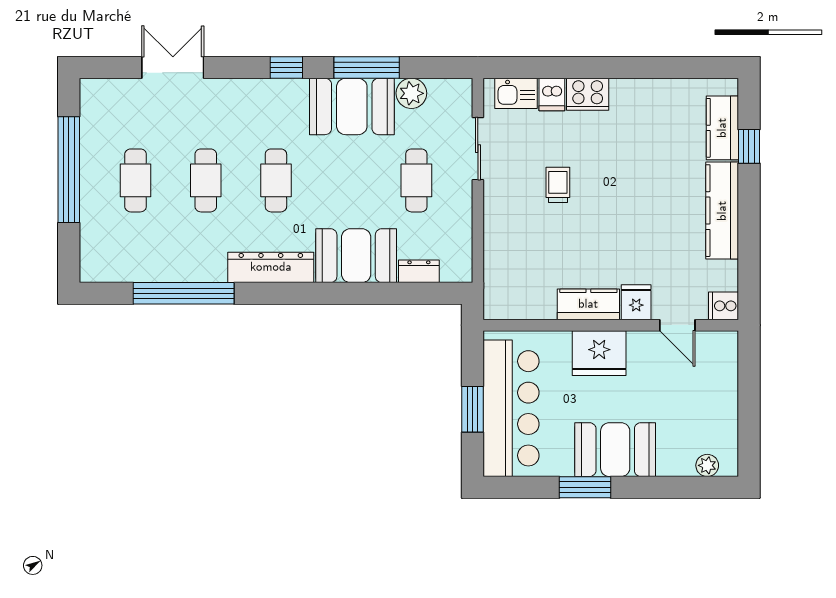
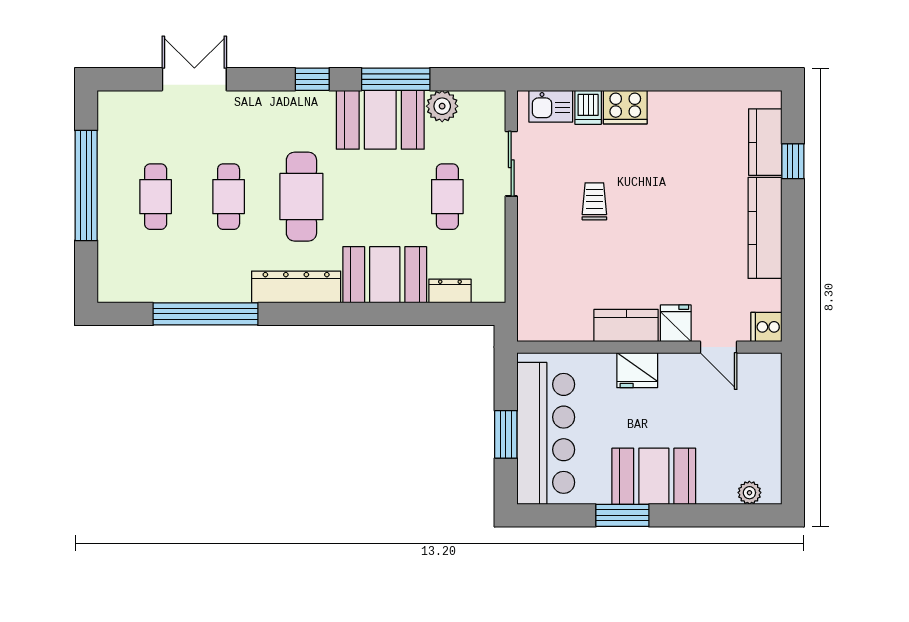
cafe table: (276, 180) -> (301, 197), width x1.37, depth x1.35
fridge: (599, 353) -> (637, 370), width x0.73, depth x0.75

